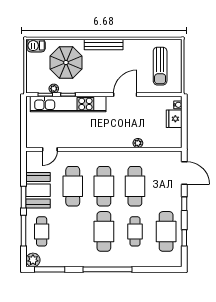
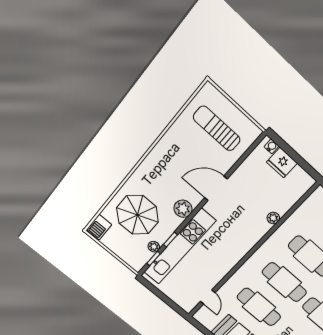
bench: (104, 45) -> (148, 165), removed
sun lounger: (160, 66) -> (217, 129), turned 180
plant: (95, 86) -> (183, 209), added
door: (125, 95) -> (216, 188), hinge flipped

